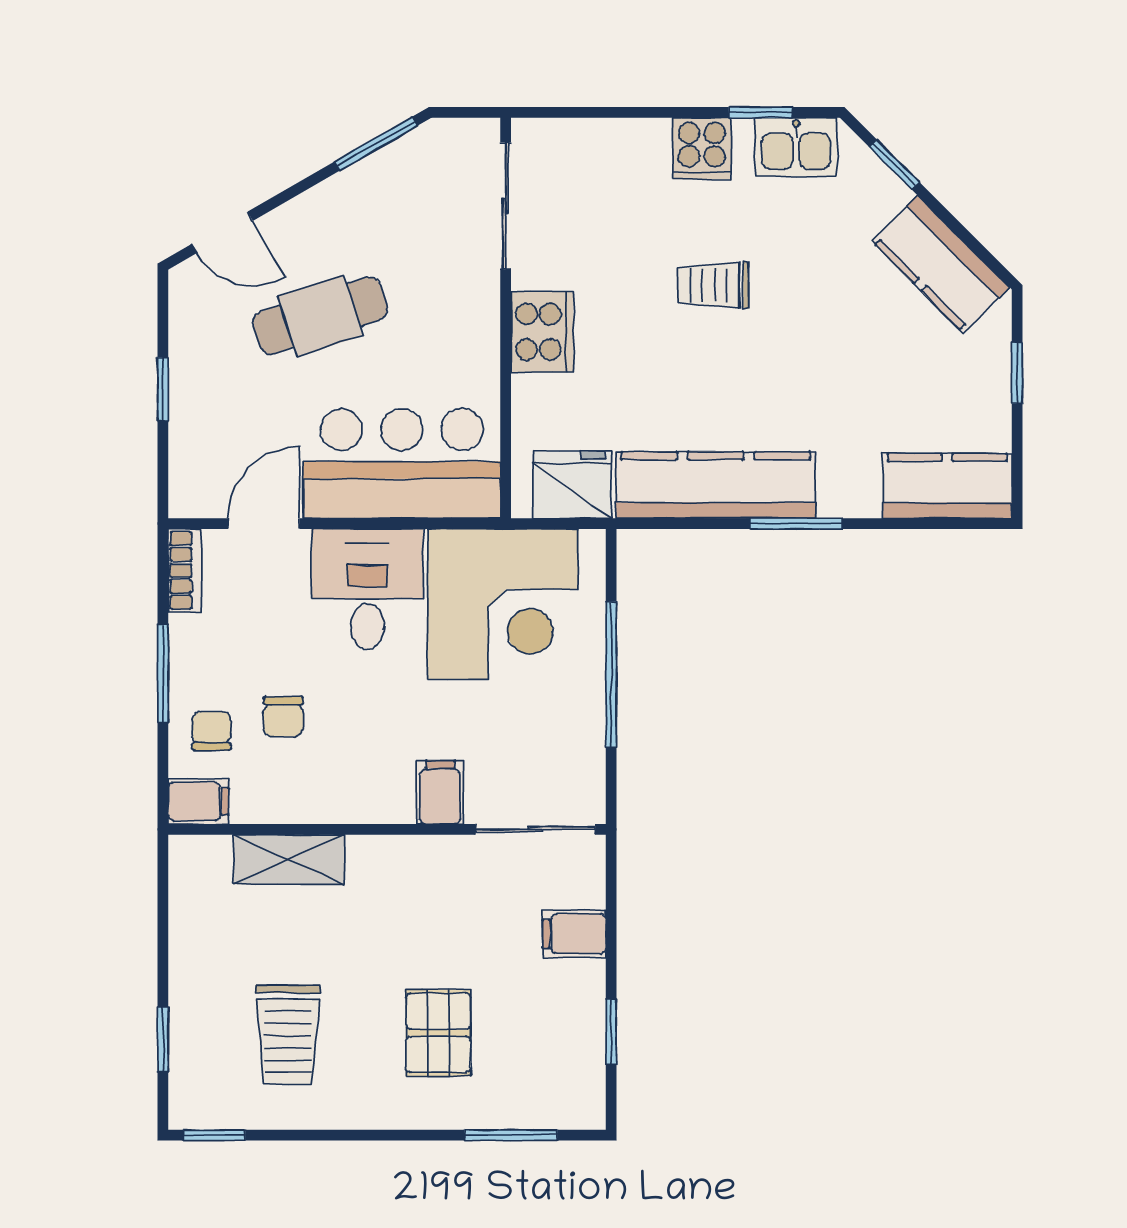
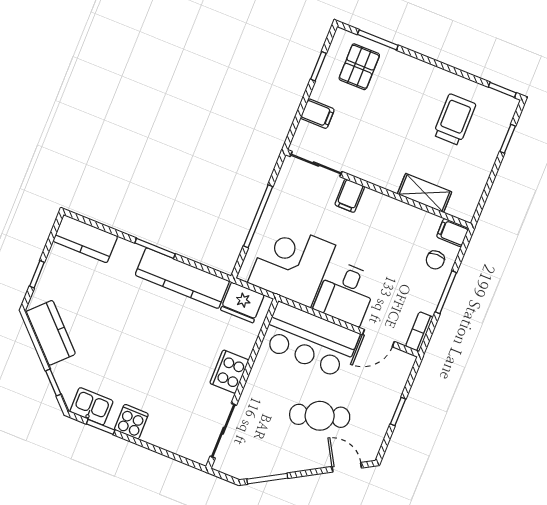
trolley: (714, 285) -> (149, 362), removed
chair: (283, 716) -> (403, 254), removed
pallet: (438, 1033) -> (359, 67), moved

